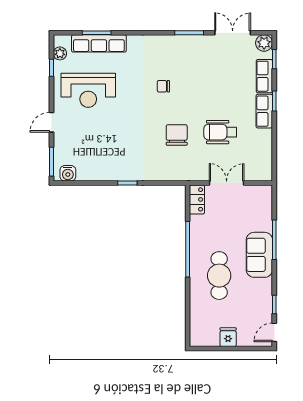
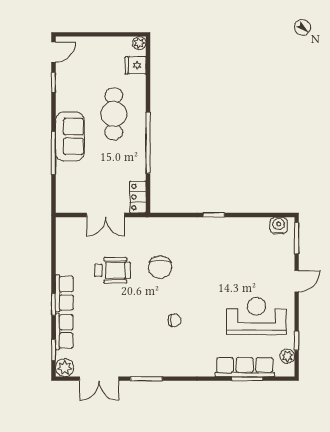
fridge: (228, 337) -> (136, 65), moved, turned 90
plant: (196, 341) -> (139, 43), added

